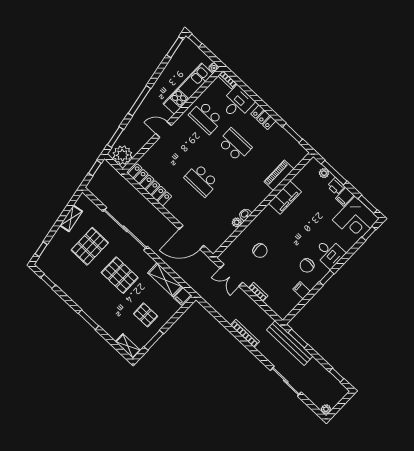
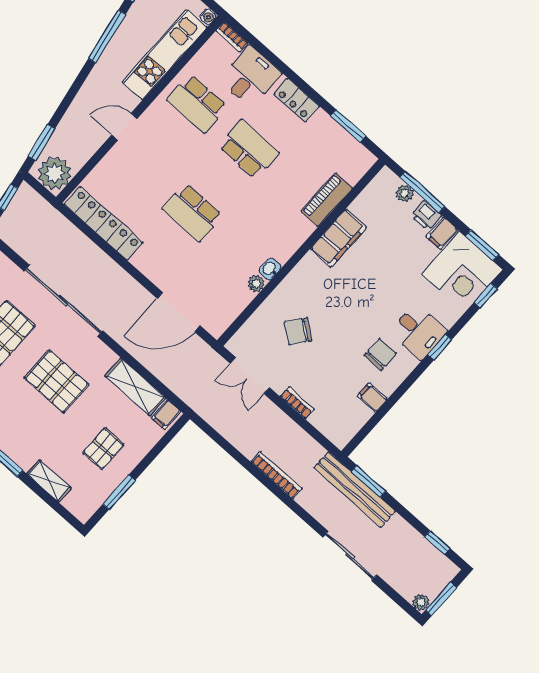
window: (139, 101) -> (107, 36), moved
chair: (260, 251) -> (298, 331), turned 128
chair: (307, 266) -> (380, 354), turned 180
window: (327, 278) -> (440, 347), moved
pallet: (146, 315) -> (103, 449), turned 90
shelving: (128, 346) -> (49, 481), moved
window: (338, 408) -> (441, 599), added

